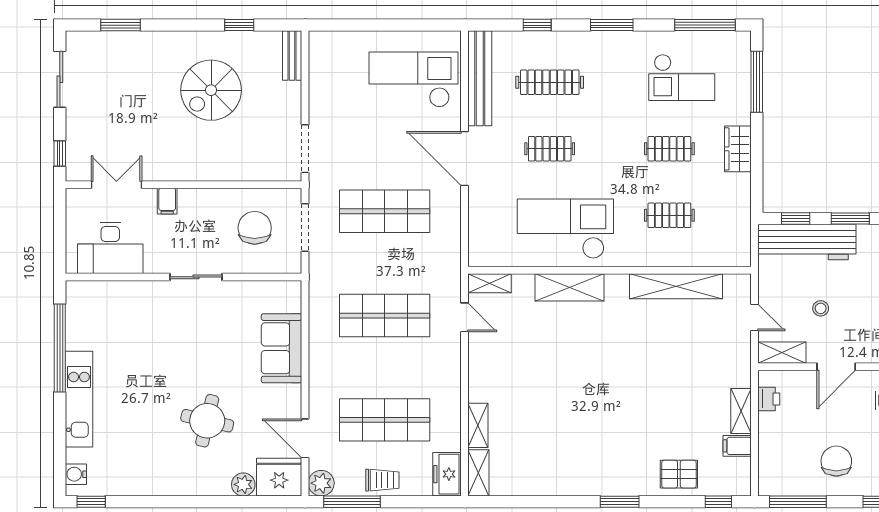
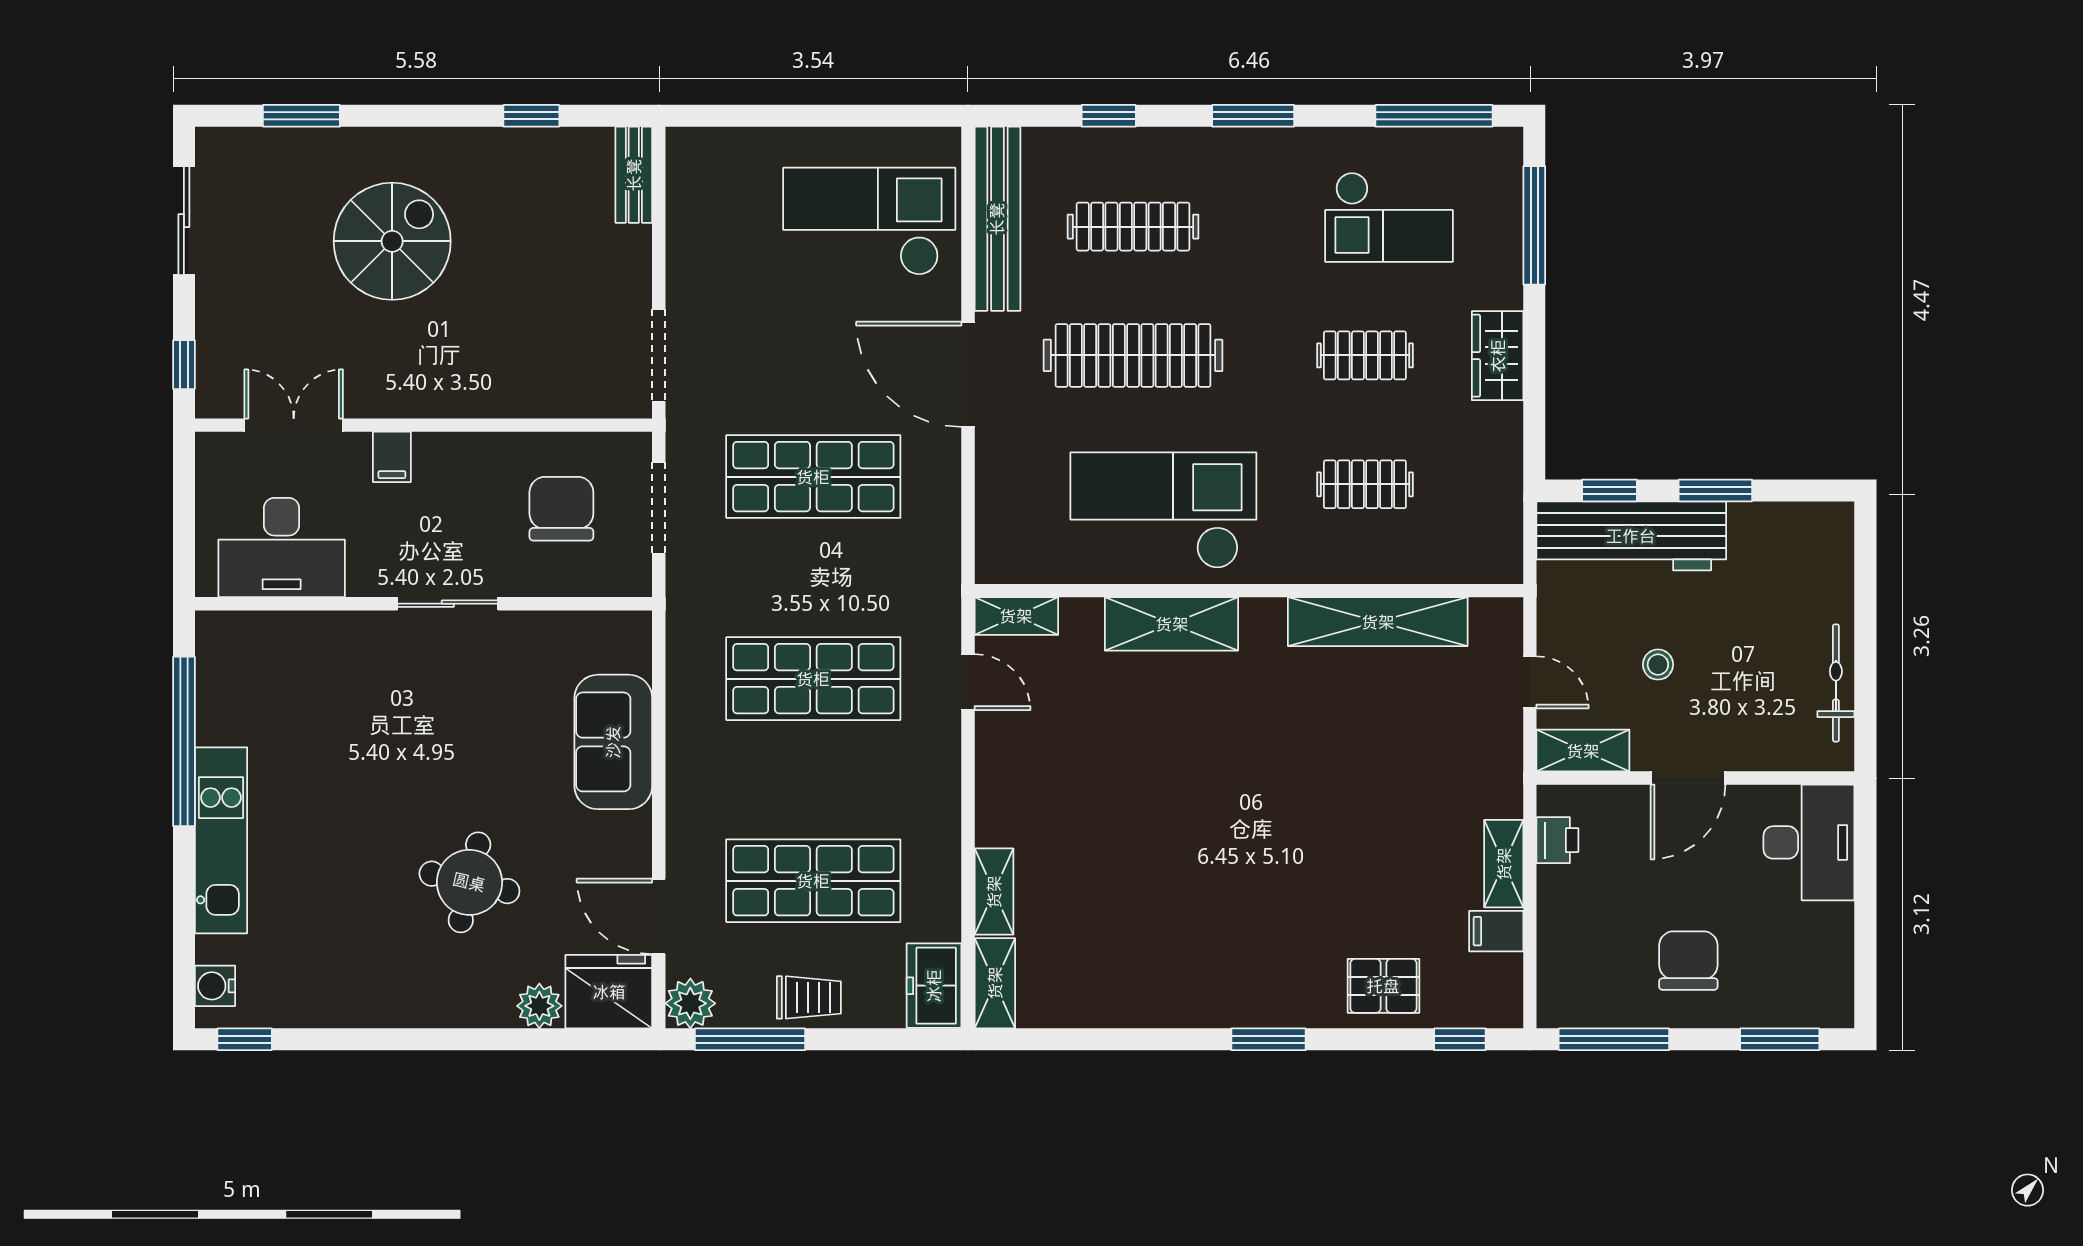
spiral stairs: (211, 90) -> (392, 241), moved, turned 180
clothes rail: (550, 149) -> (1133, 355), width x1.86, depth x1.31

